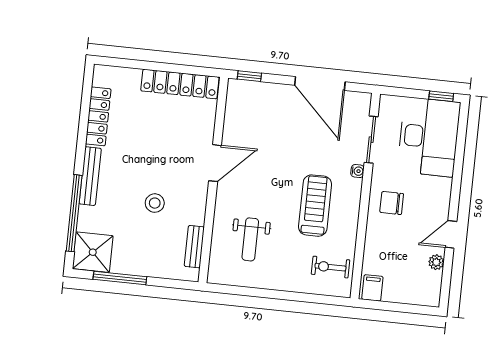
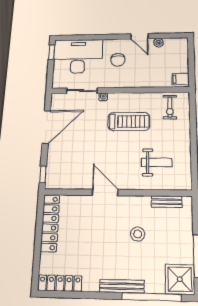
locker: (98, 116) -> (60, 283), moved
chair: (392, 203) -> (118, 60), moved
treadmill: (315, 206) -> (129, 121), turned 180

